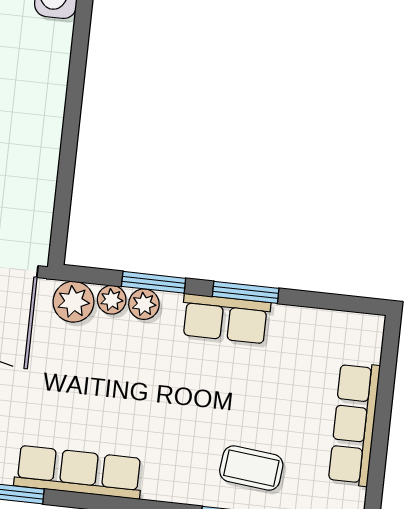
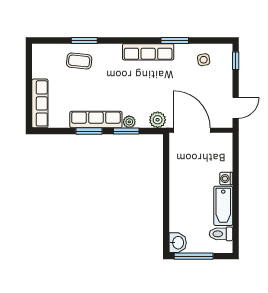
plant: (112, 300) -> (142, 122), removed
row of seats: (226, 319) -> (96, 120), width x1.48
row of seats: (354, 424) -> (40, 103), moved

